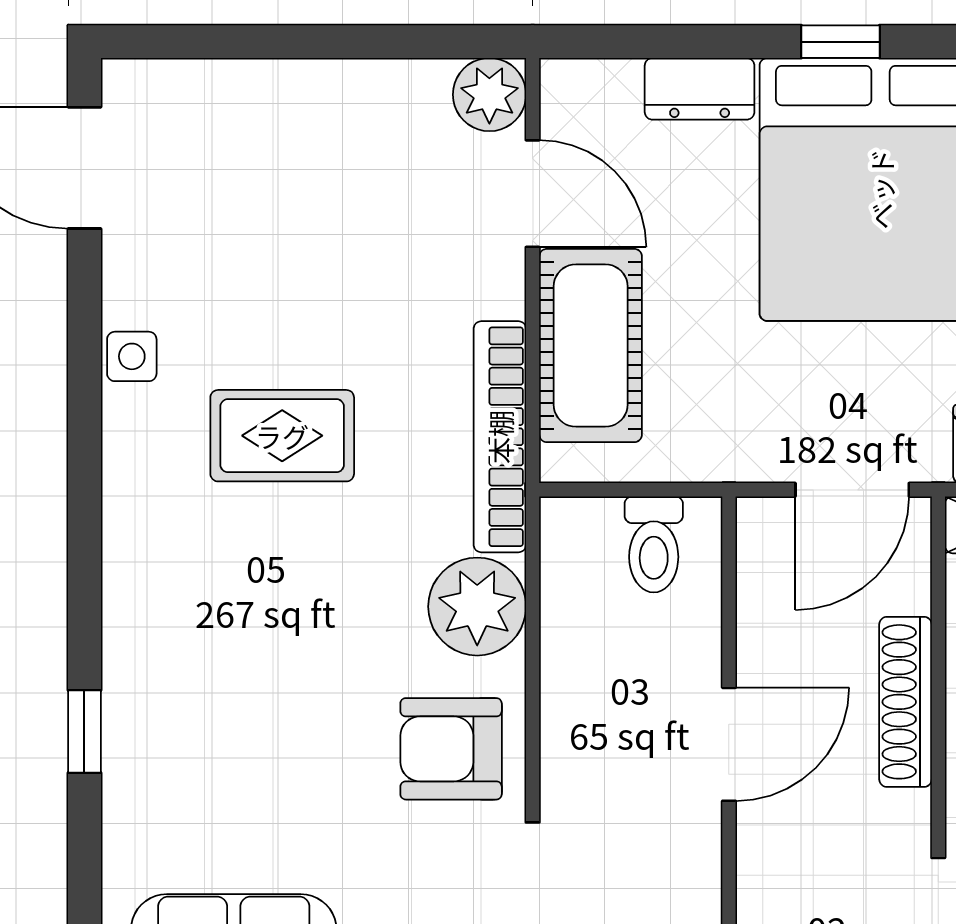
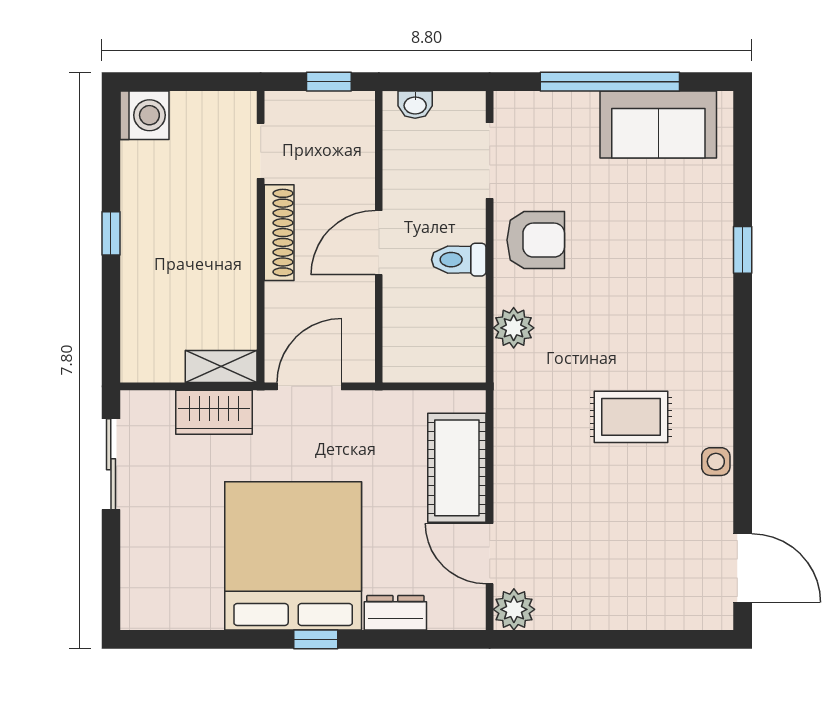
bookcase: (500, 437) -> (508, 416), removed
toilet: (654, 544) -> (459, 260), moved, turned -90
plant: (477, 607) -> (514, 328), width x0.73, depth x0.73
shoe rack: (905, 702) -> (279, 233), moved

